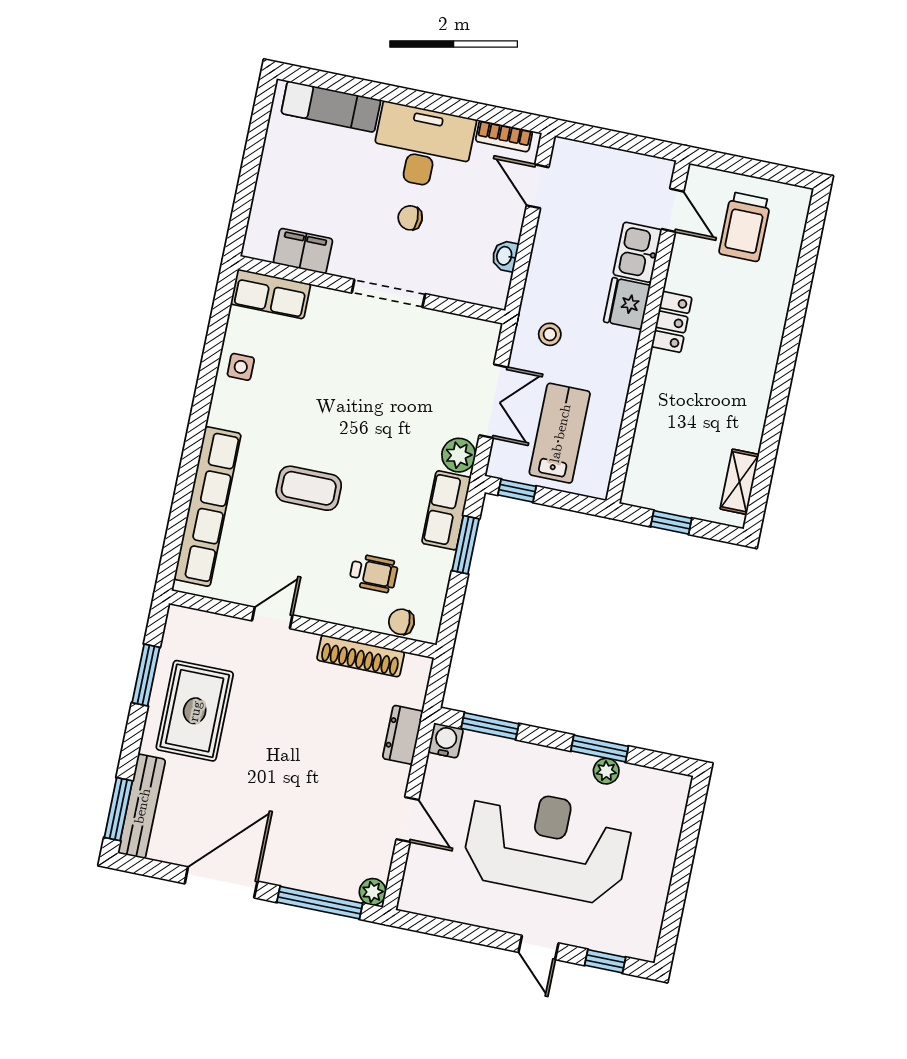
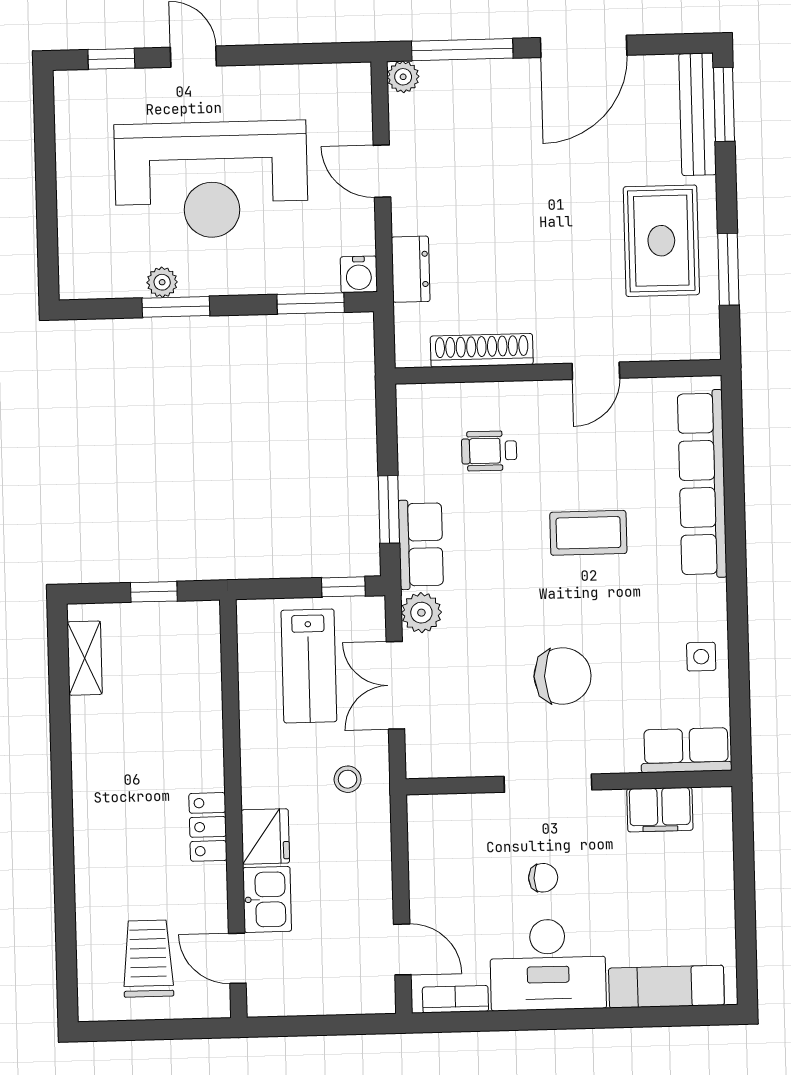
washbasin: (505, 256) -> (422, 859), removed
chair: (401, 622) -> (563, 676), moved, width x1.87, depth x1.87

